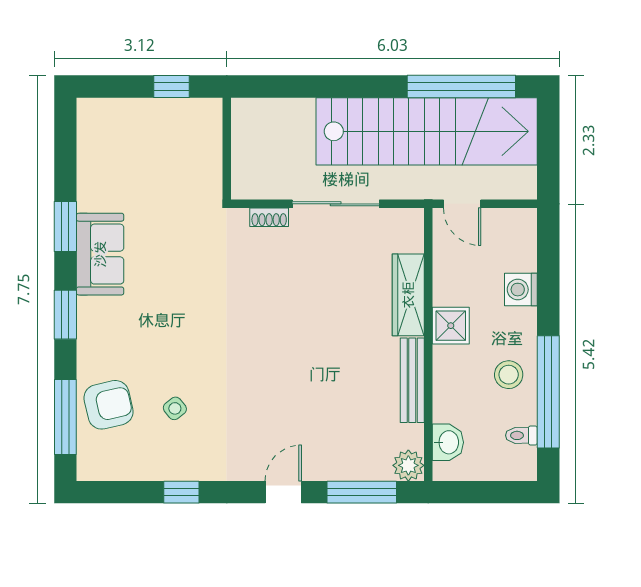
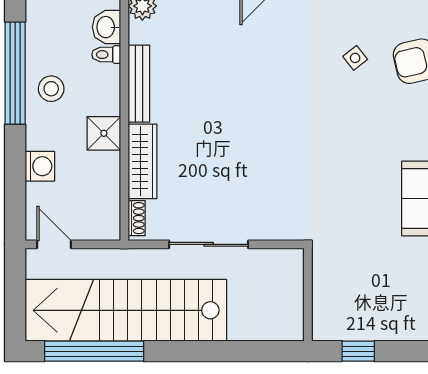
door: (462, 204) -> (54, 244), moved
shoe rack: (269, 217) -> (137, 218), moved, turned 90
toilet: (521, 435) -> (106, 55), moved, turned 180

